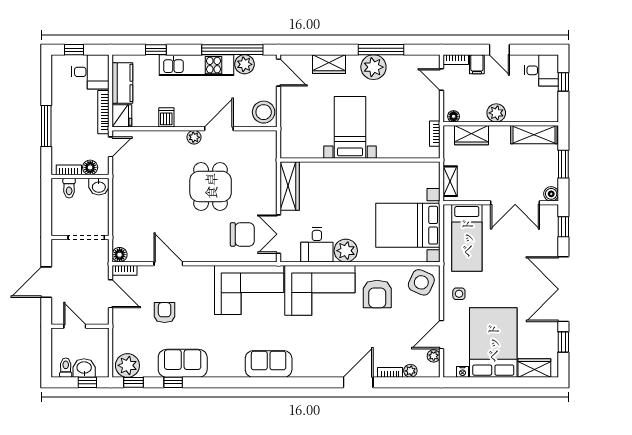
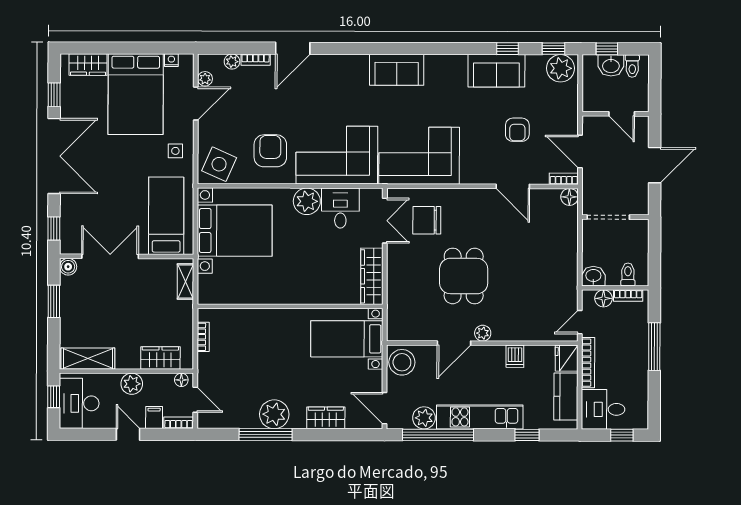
desk: (541, 70) -> (79, 403), width x1.37
plant: (496, 113) -> (132, 384), moved
floor lamp: (454, 116) -> (181, 380), moved
wall: (501, 124) -> (126, 371), moved
bed with nightstands: (350, 127) -> (347, 339), moved, turned 90
wardrobe: (472, 135) -> (160, 358), moved
shelving: (534, 135) -> (88, 358), moved

